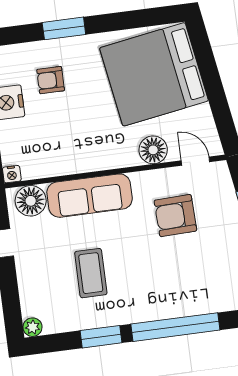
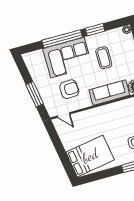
bed: (154, 74) -> (90, 156), width x0.73
floor lamp: (153, 150) -> (84, 117), removed
corner sofa: (170, 285) -> (67, 58), added

